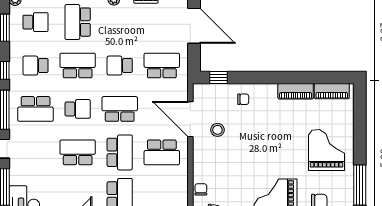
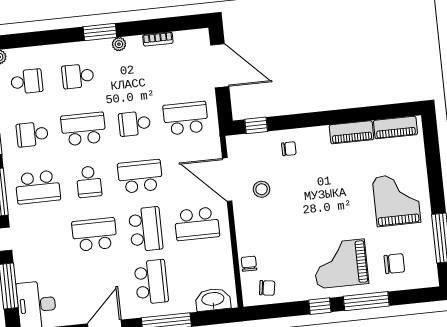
school desk: (78, 22) -> (78, 76), width x0.54
school desk: (78, 109) -> (89, 182), turned 90

